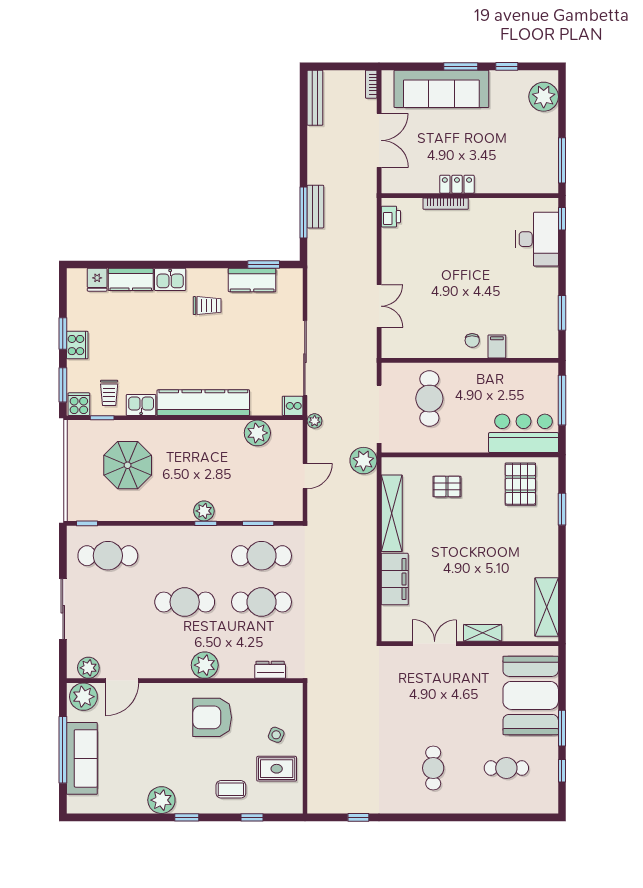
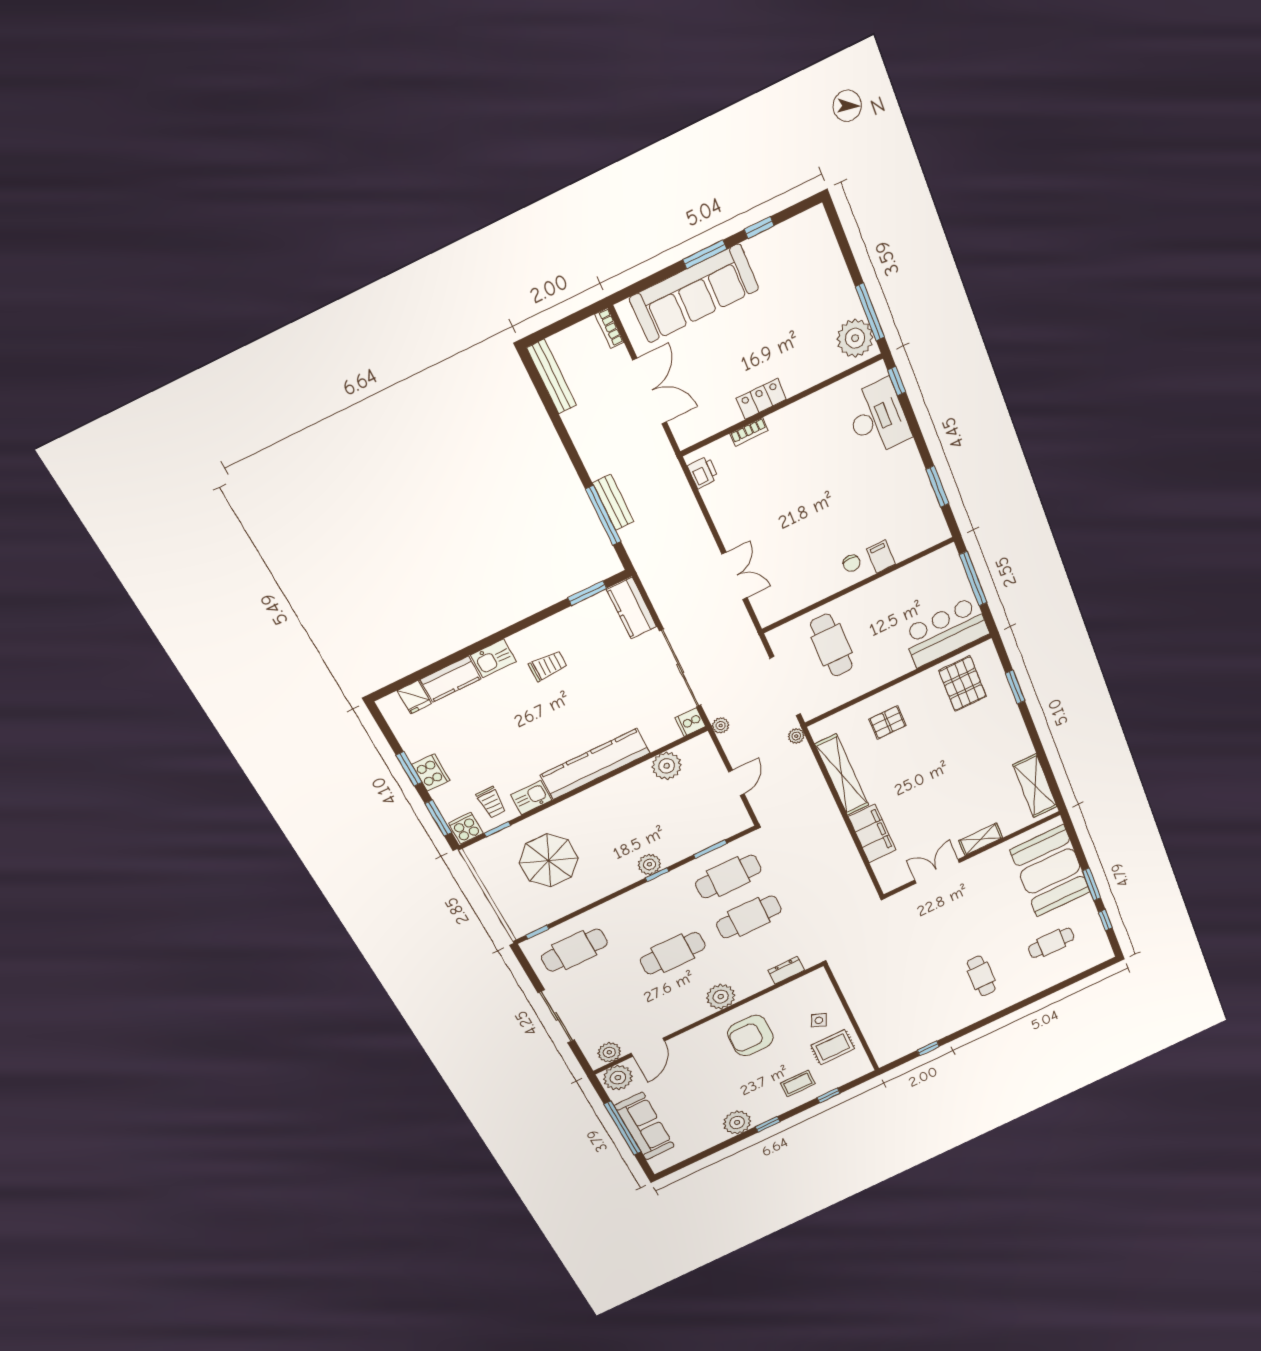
plant: (544, 97) -> (855, 338), moved
bookcase: (446, 204) -> (749, 432), width x0.64
kitchen counter: (252, 280) -> (632, 608), moved, turned 90
plant: (363, 461) -> (796, 736), width x0.53, depth x0.53

